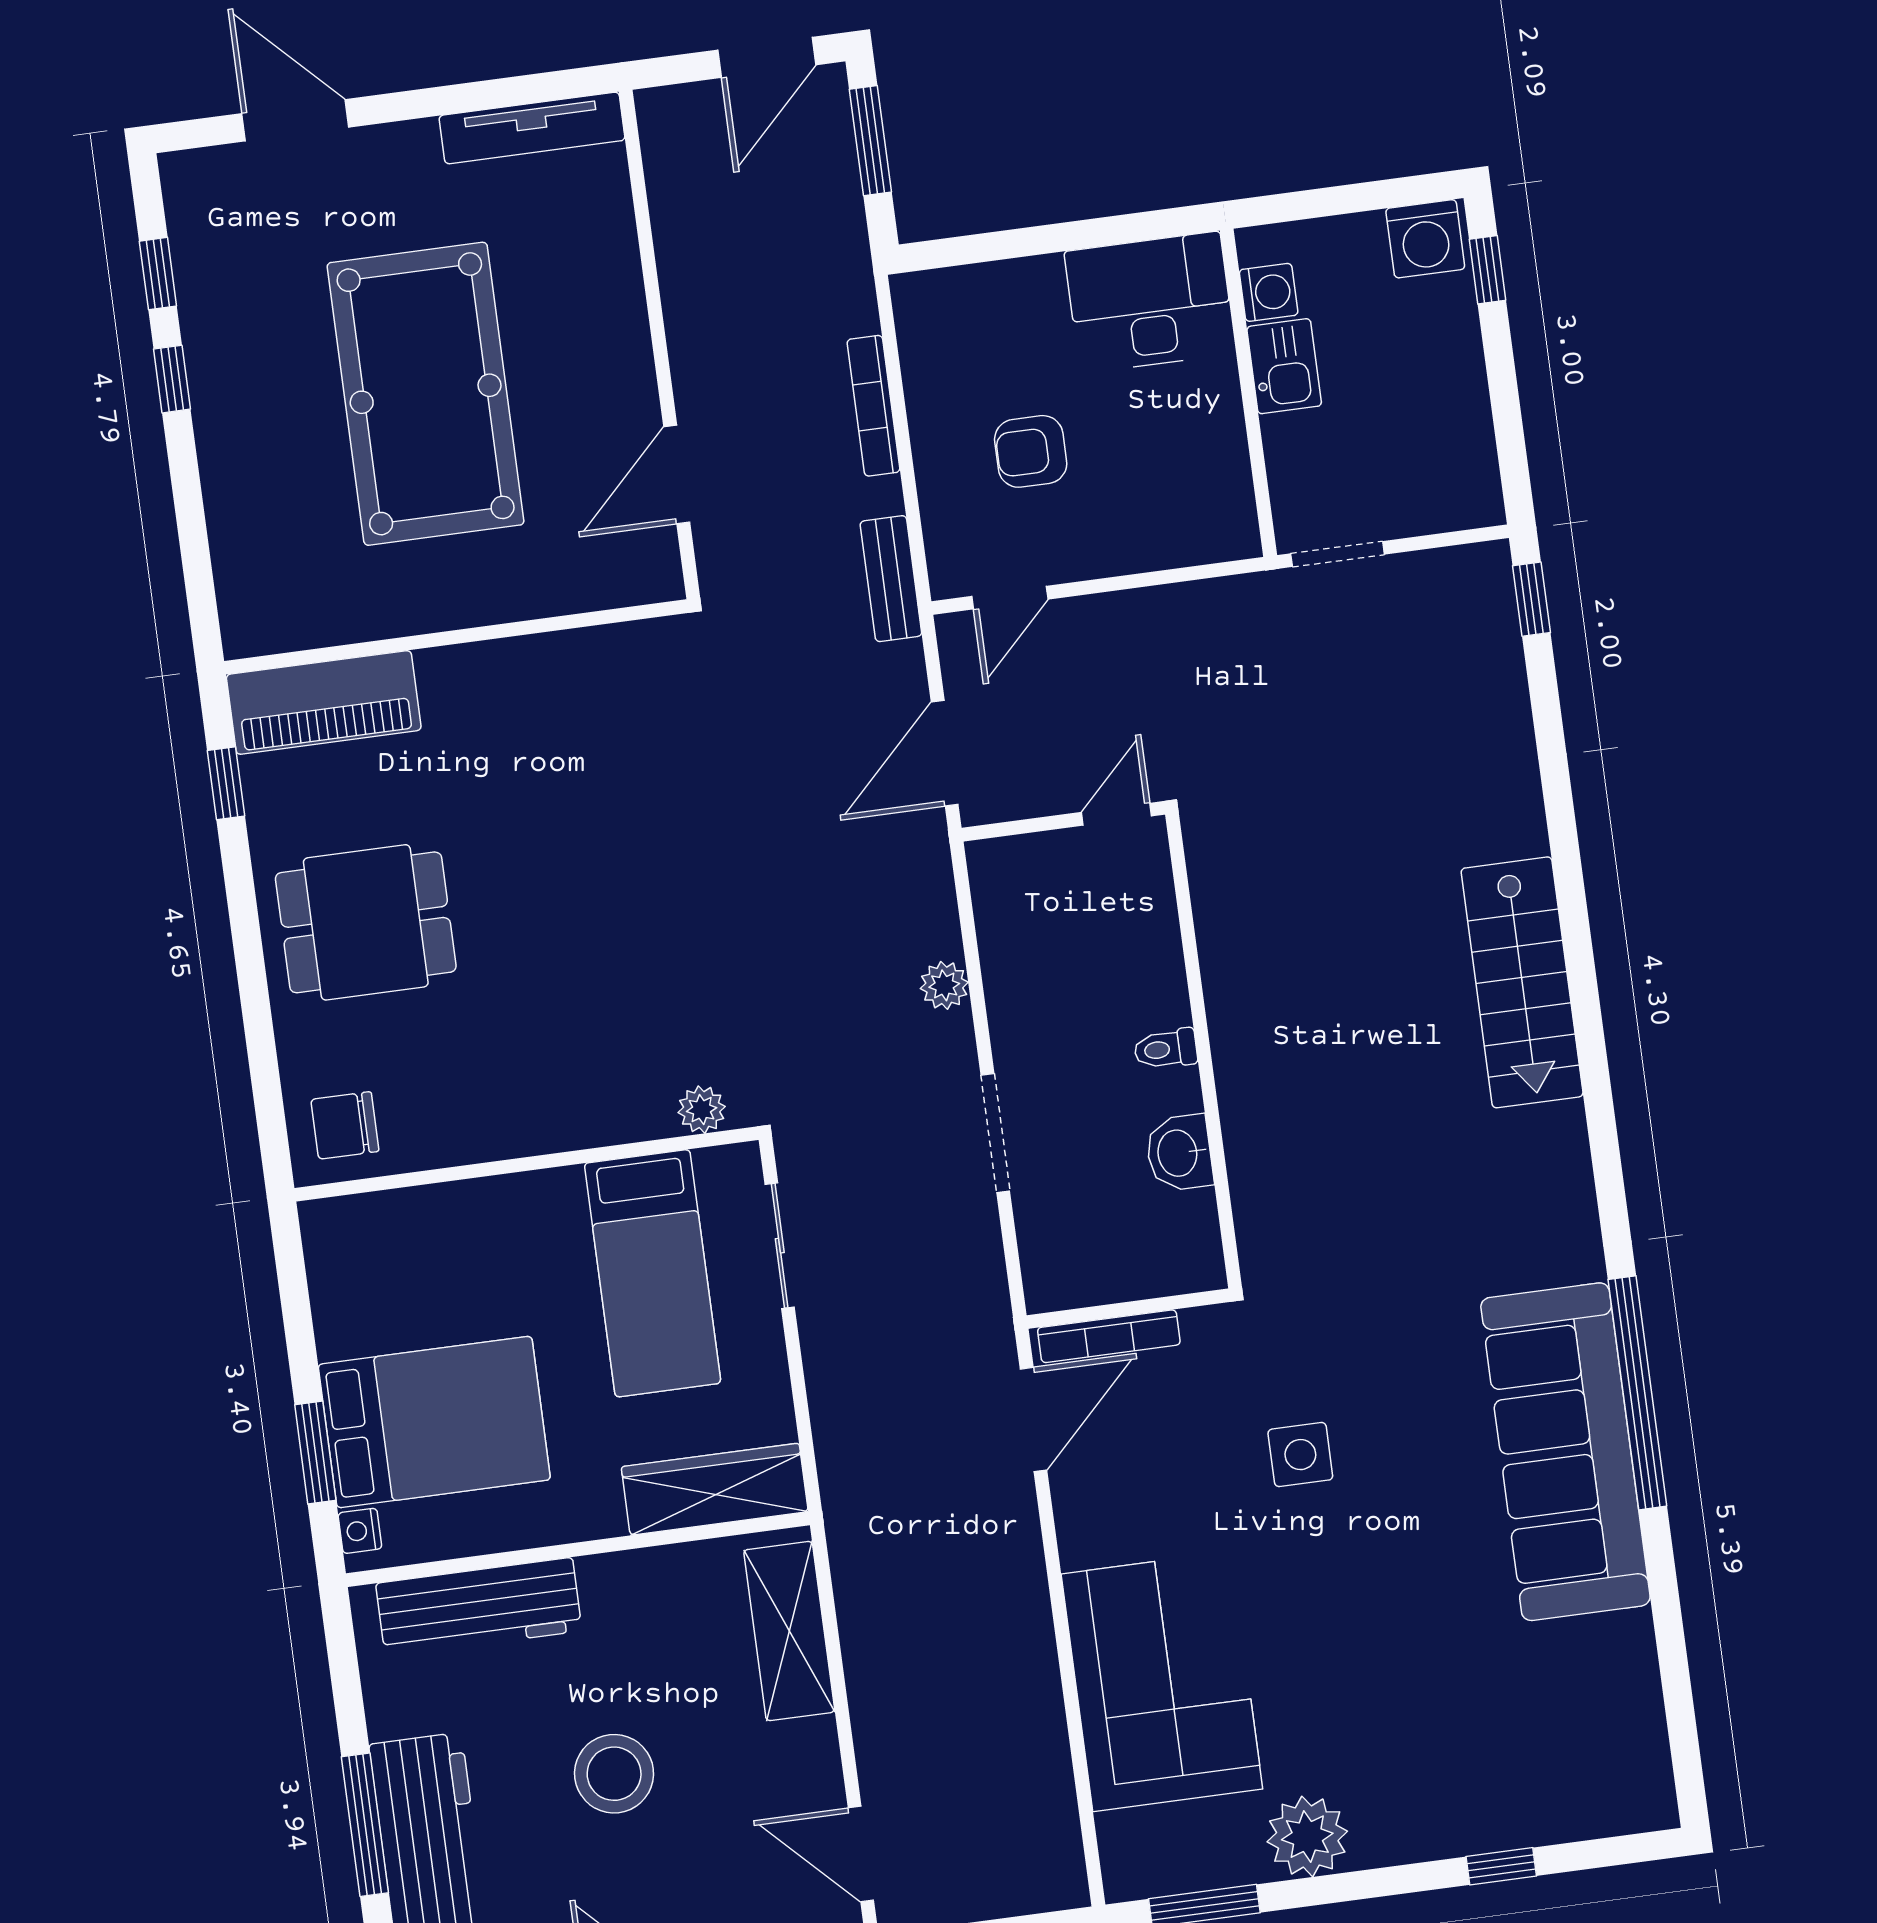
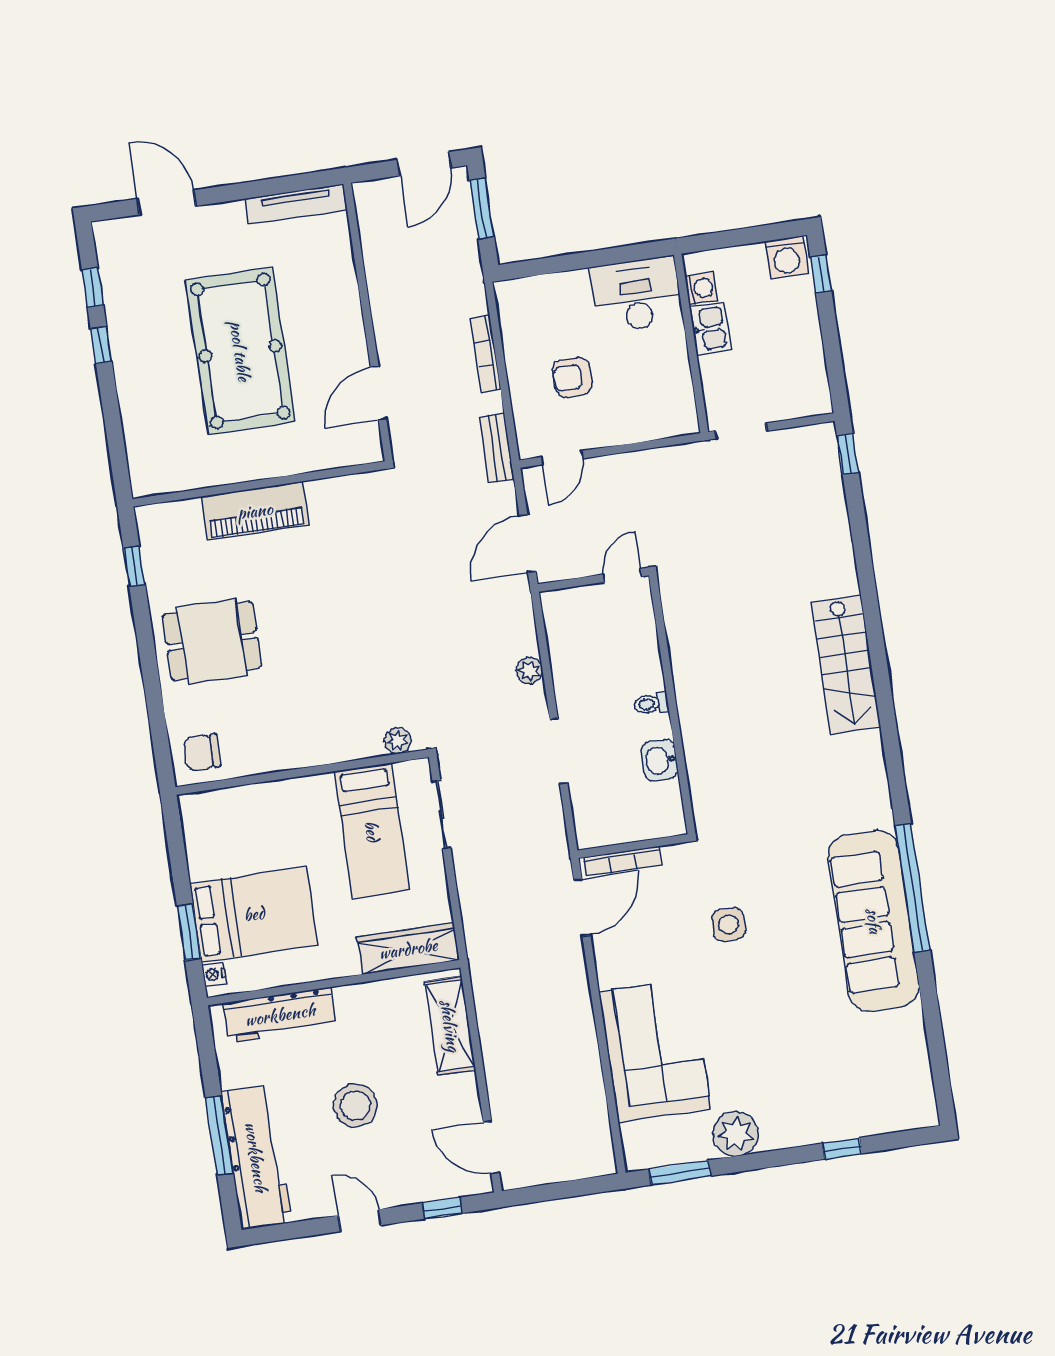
piano: (324, 702) -> (255, 511), moved

